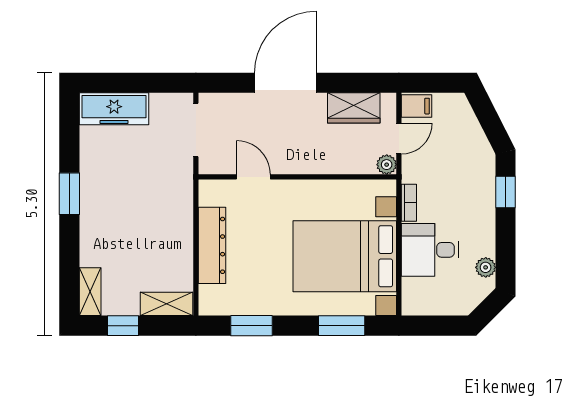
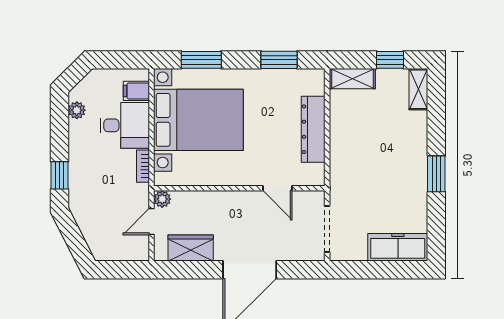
filing cabinet: (417, 106) -> (136, 91), moved

